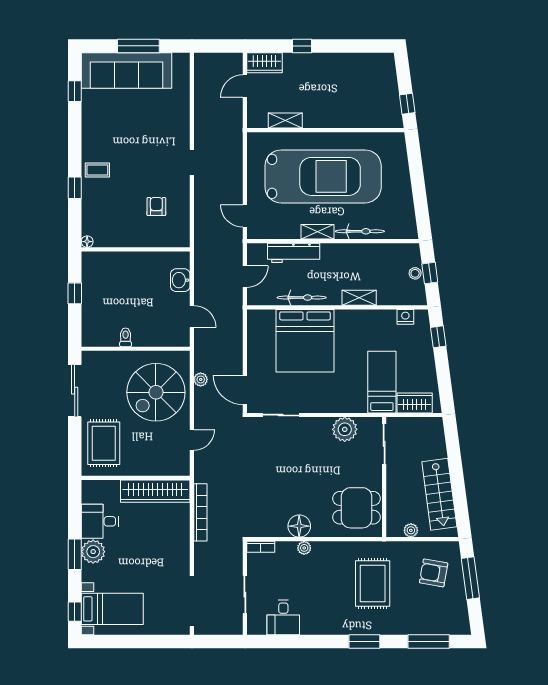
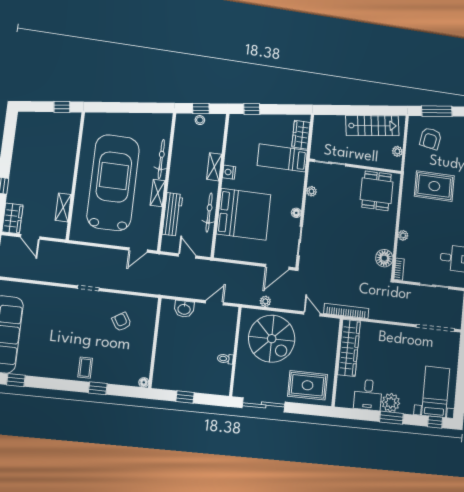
armchair: (156, 207) -> (122, 322), turned 59
nightstand: (405, 317) -> (229, 172), moved
floor lamp: (315, 407) -> (296, 213), added
plant: (345, 429) -> (311, 191), width x0.53, depth x0.53
bookcase: (200, 512) -> (346, 311), moved
floor lamp: (299, 526) -> (384, 258), moved

